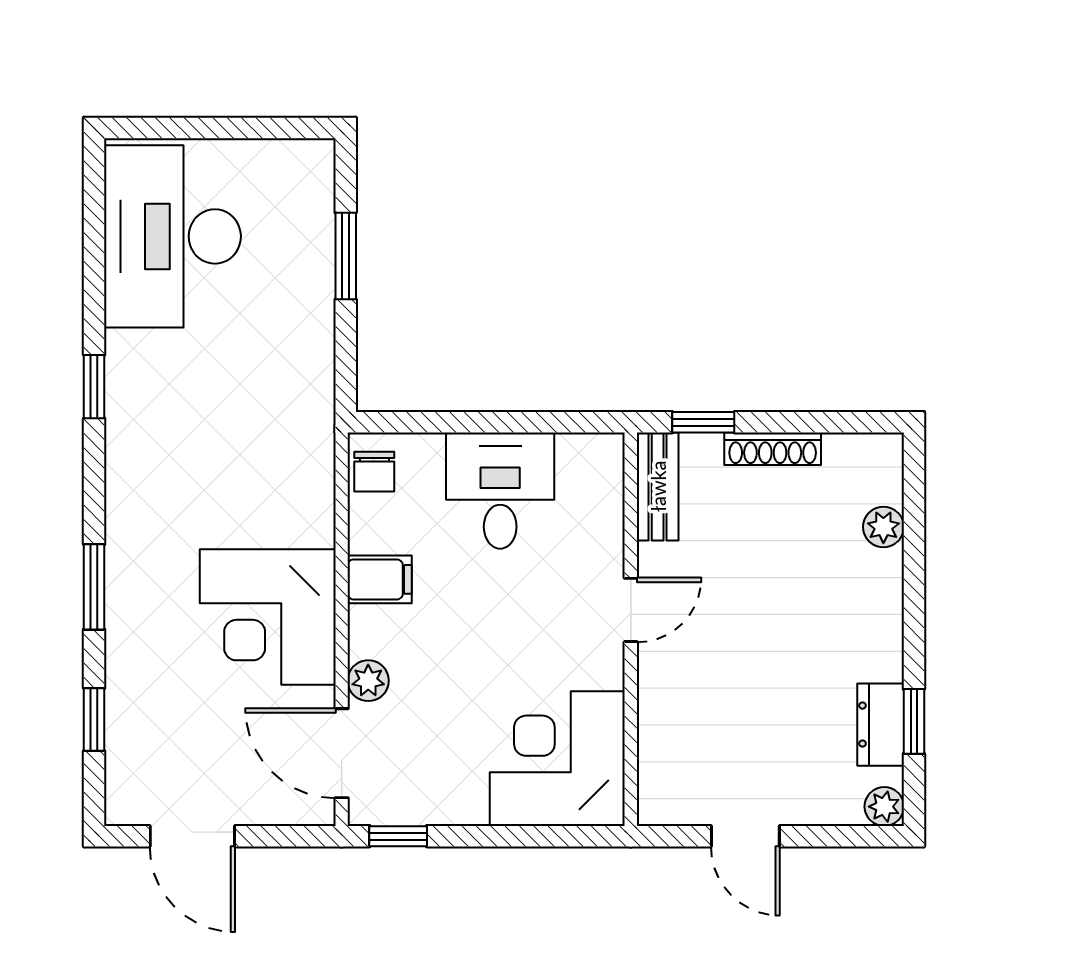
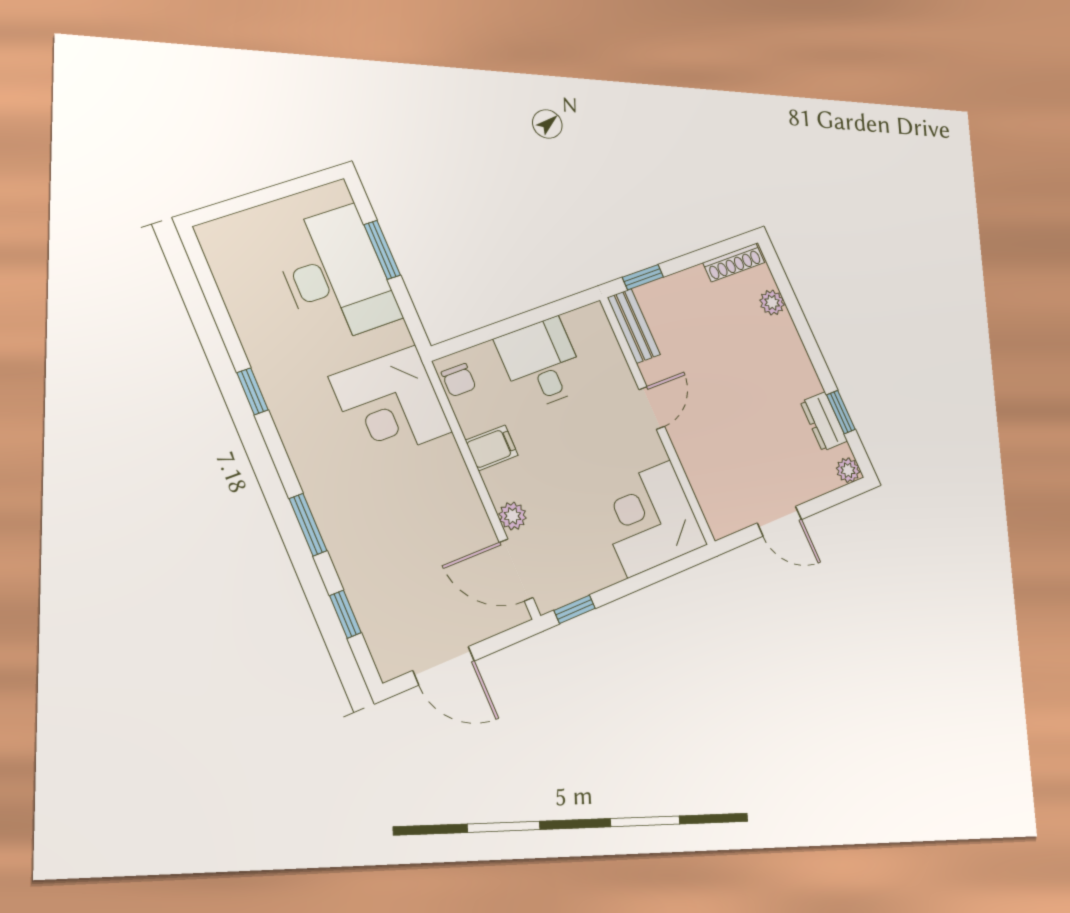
desk: (172, 236) -> (335, 275), moved, turned 180
shoe rack: (773, 449) -> (734, 263), moved
corner desk: (268, 617) -> (391, 404), moved

